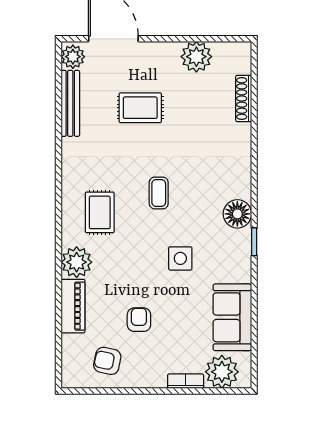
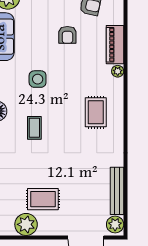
rug: (140, 108) -> (43, 199), moved
coffee table: (159, 193) -> (34, 128), moved
plant: (77, 262) -> (118, 71), width x0.53, depth x0.53

